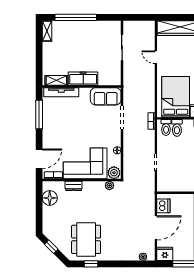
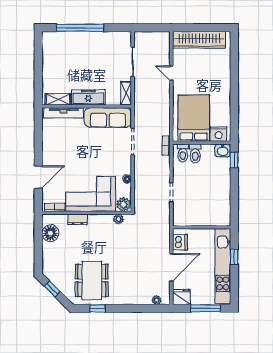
shelving: (47, 31) -> (126, 93), moved
sofa: (106, 96) -> (108, 118), width x1.36
window: (39, 114) -> (38, 138), removed
door: (39, 159) -> (38, 177), moved

